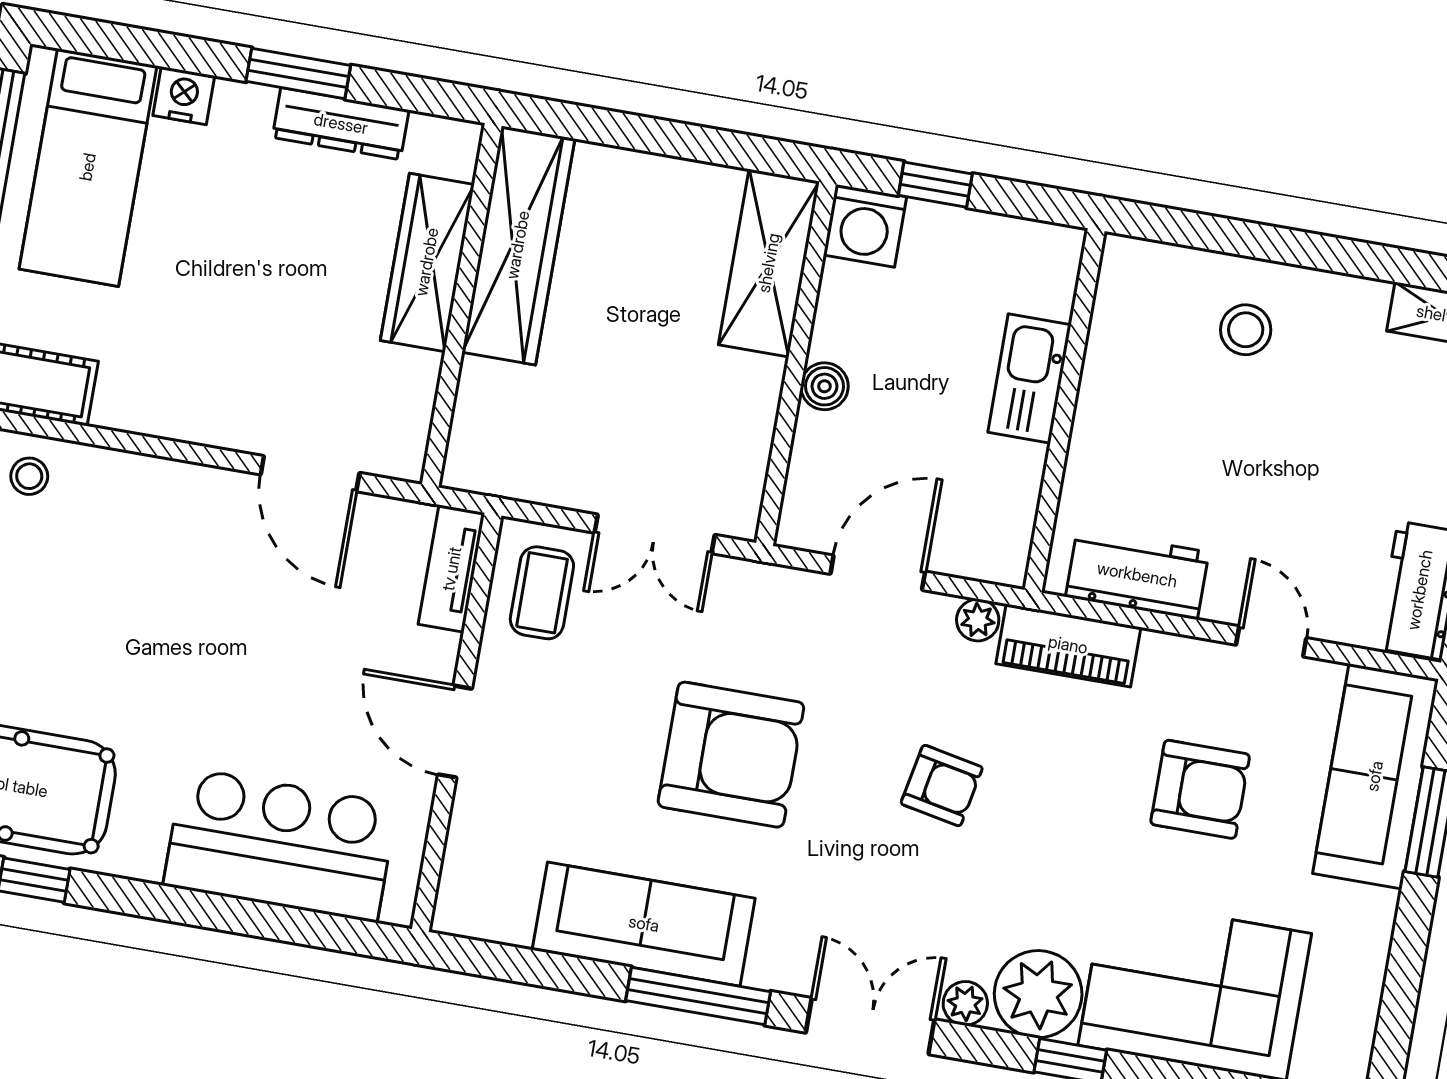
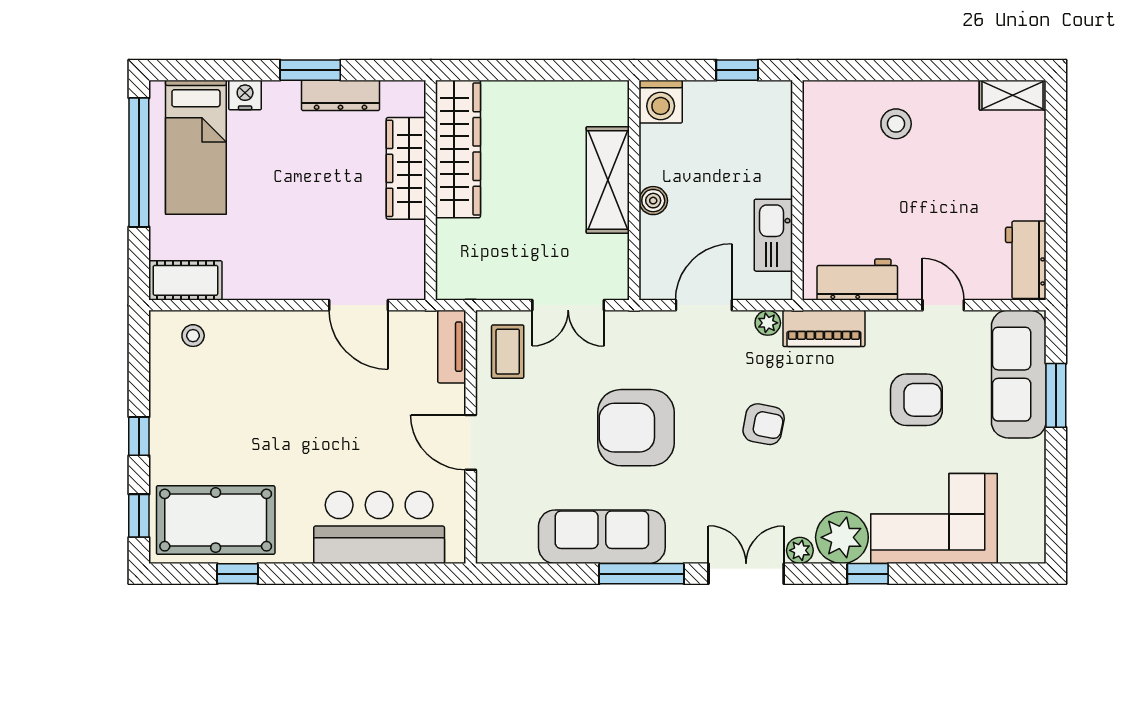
window: (935, 185) -> (737, 70), moved
shelving: (769, 263) -> (608, 180), moved
kitchen sink: (1029, 379) -> (773, 235), moved
armchair: (731, 755) -> (636, 428), turned 180

